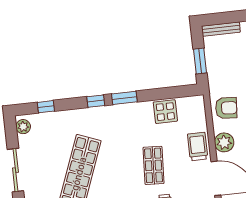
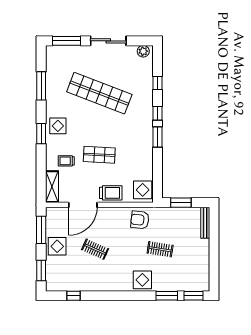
window: (46, 107) -> (157, 83), moved
armchair: (226, 108) -> (140, 220), turned 92
display table: (165, 112) -> (143, 190), moved
plant: (224, 142) -> (112, 215), removed

